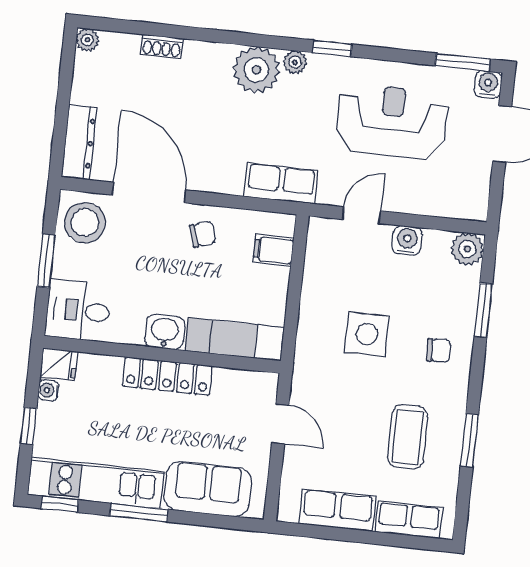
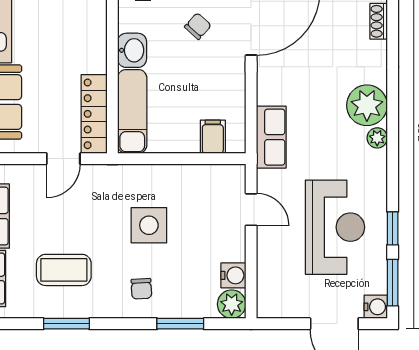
window: (332, 48) -> (393, 228), moved
chair: (203, 234) -> (198, 26), moved, turned -120
water cooler: (407, 241) -> (233, 275), moved
locker: (167, 376) -> (94, 114), moved

